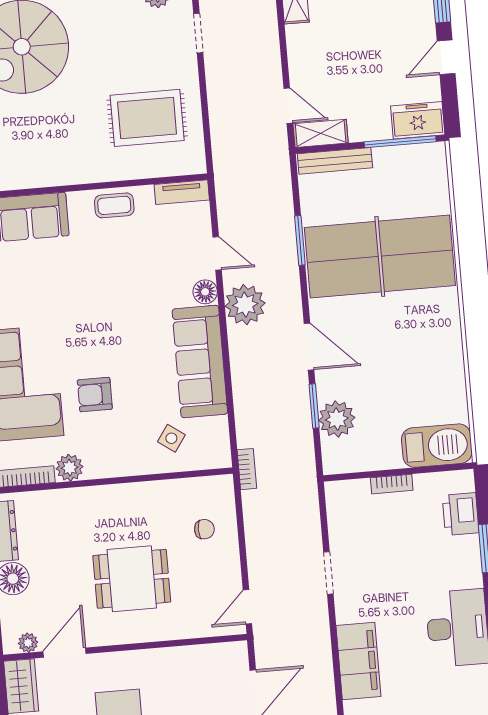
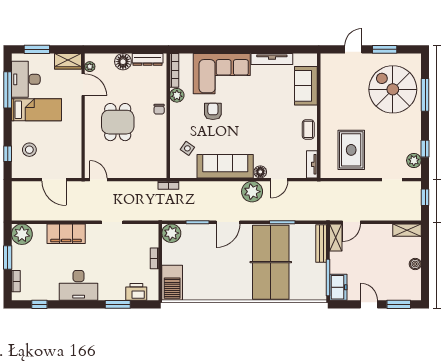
plant: (337, 419) -> (171, 233), moved
chair: (204, 529) -> (159, 109), moved

